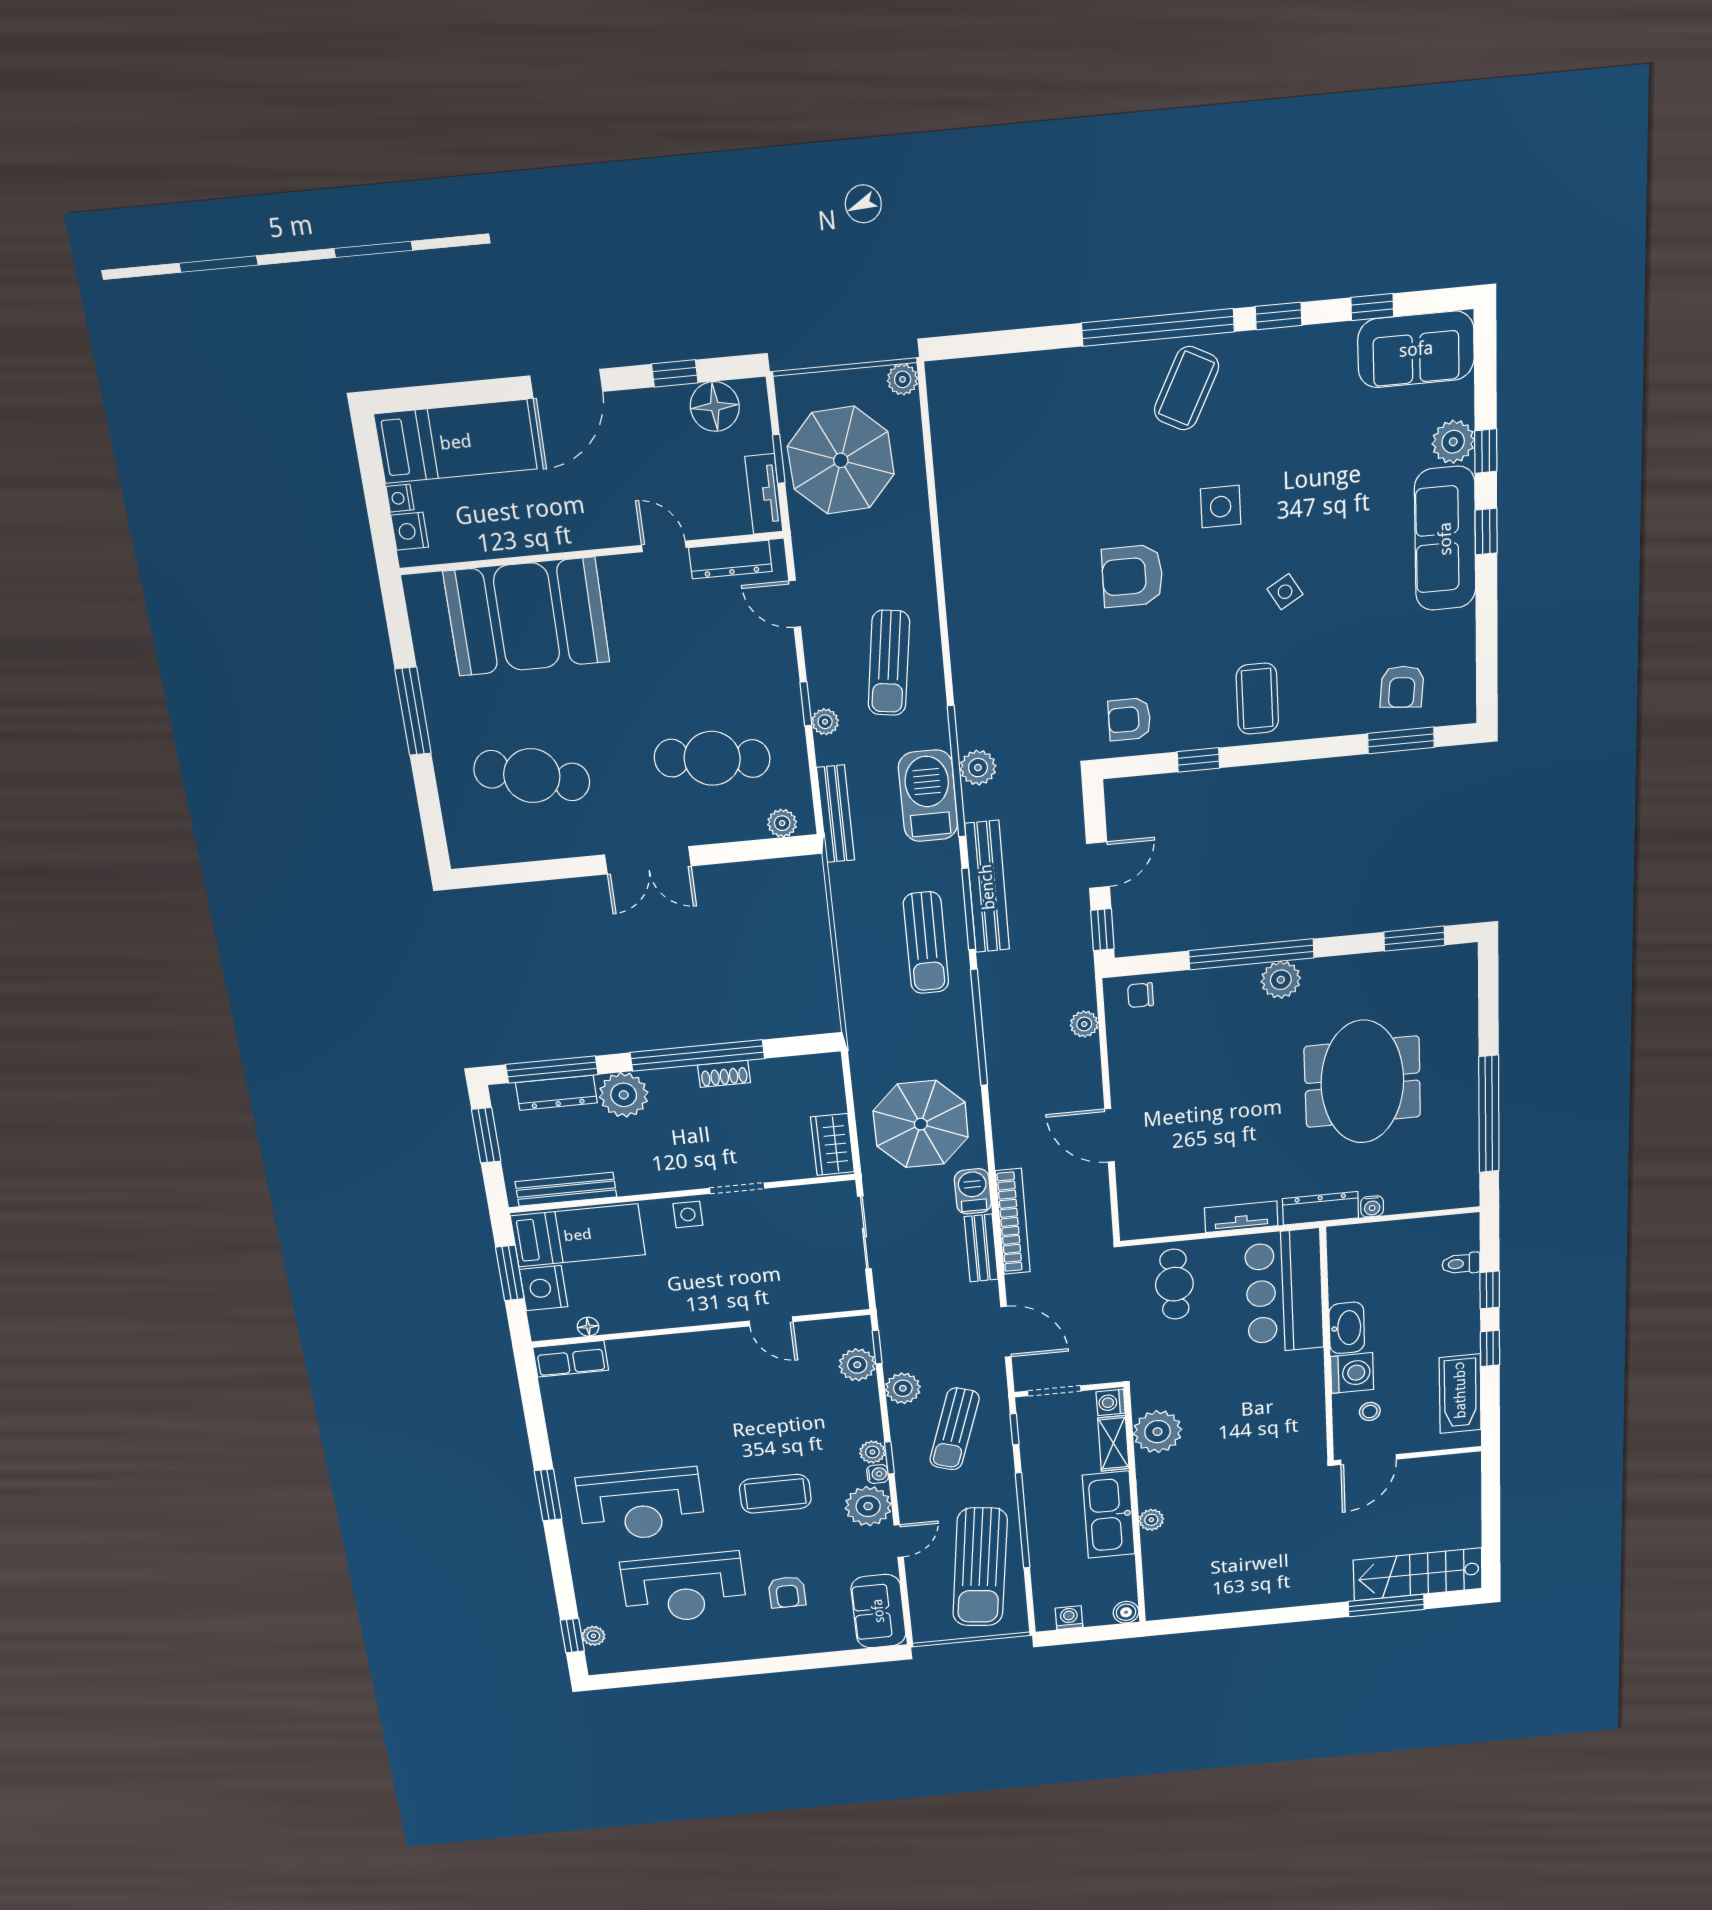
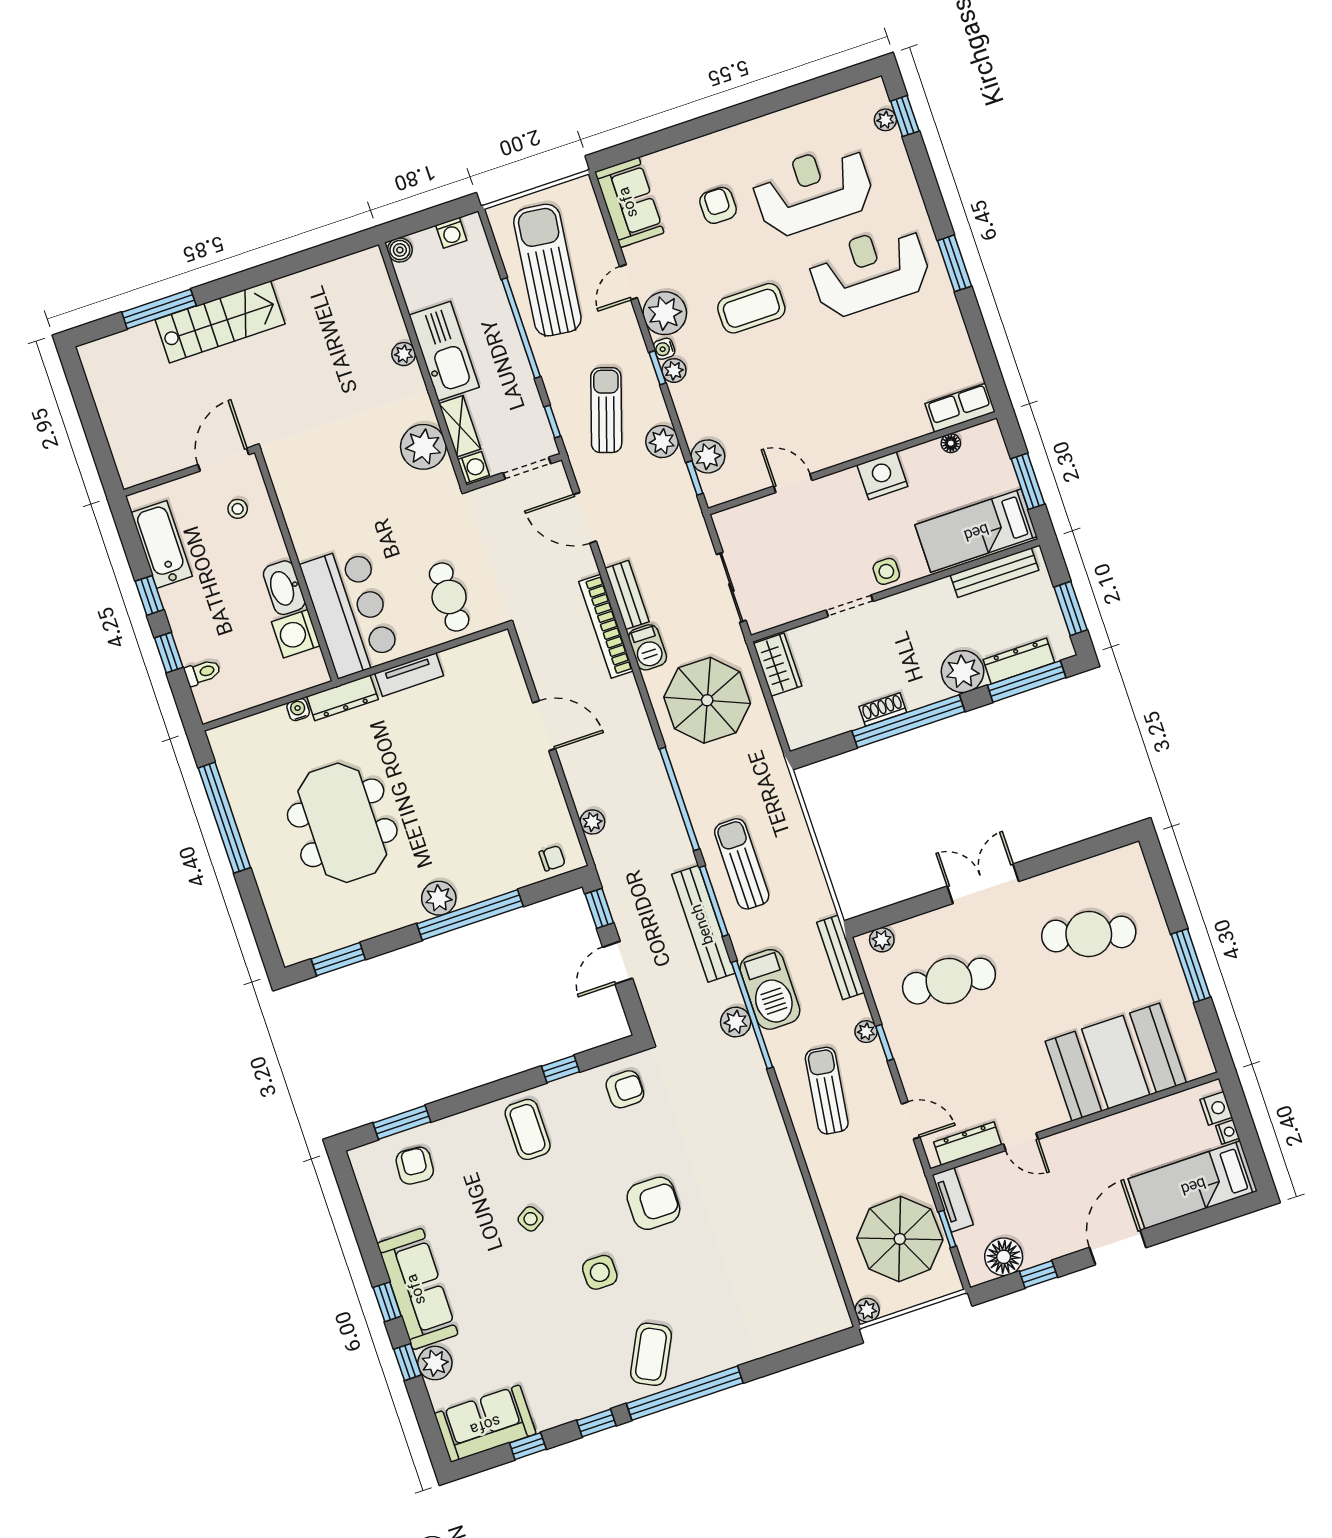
nightstand: (544, 1288) -> (882, 476), moved, turned -90
washing machine: (1352, 1373) -> (296, 634), moved
stairs: (1418, 1574) -> (220, 322), moved

